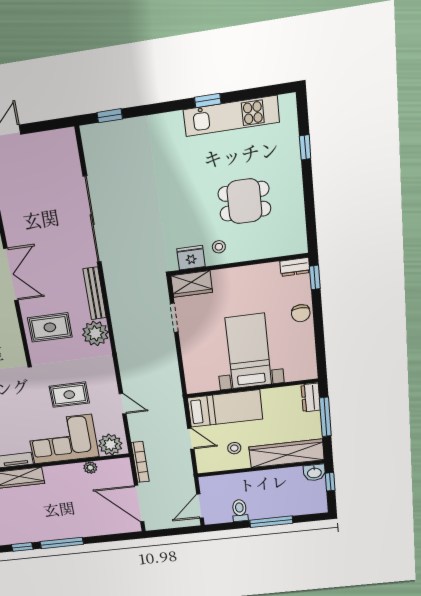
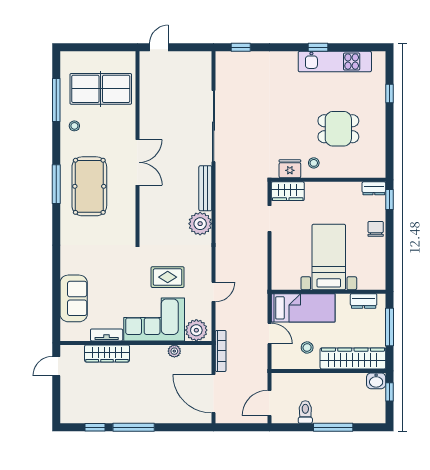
chair: (301, 313) -> (376, 229), turned 180
rug: (50, 327) -> (162, 213), removed
dresser: (311, 398) -> (364, 301), moved, turned -90
door: (123, 404) -> (214, 292), hinge flipped

